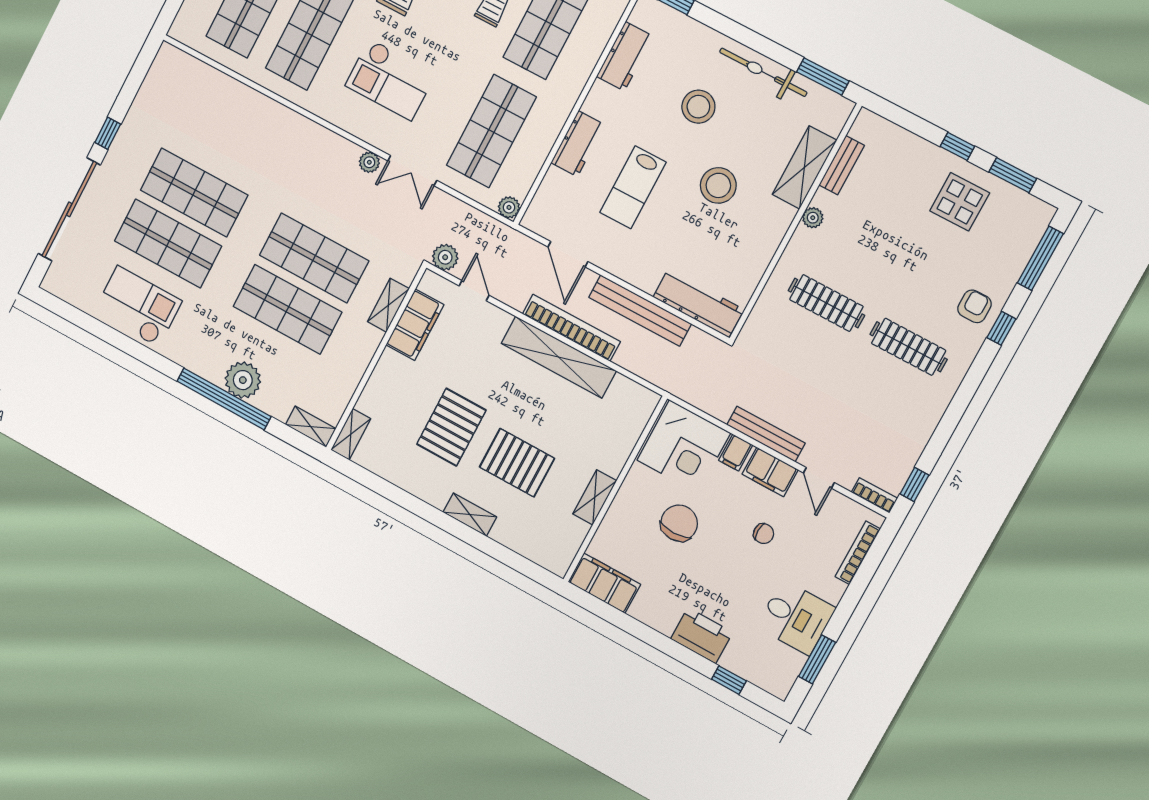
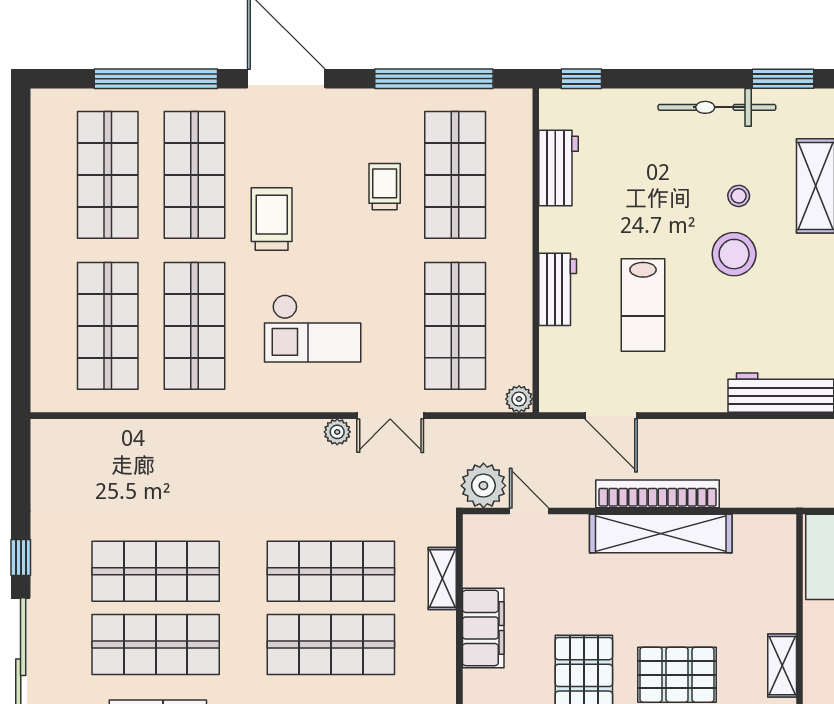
stool: (698, 107) -> (739, 196), moved, width x0.53, depth x0.53
plant: (445, 257) -> (483, 486), width x1.36, depth x1.36
bench: (640, 311) -> (722, 435), removed
filing cabinet: (415, 325) -> (483, 628), moved

